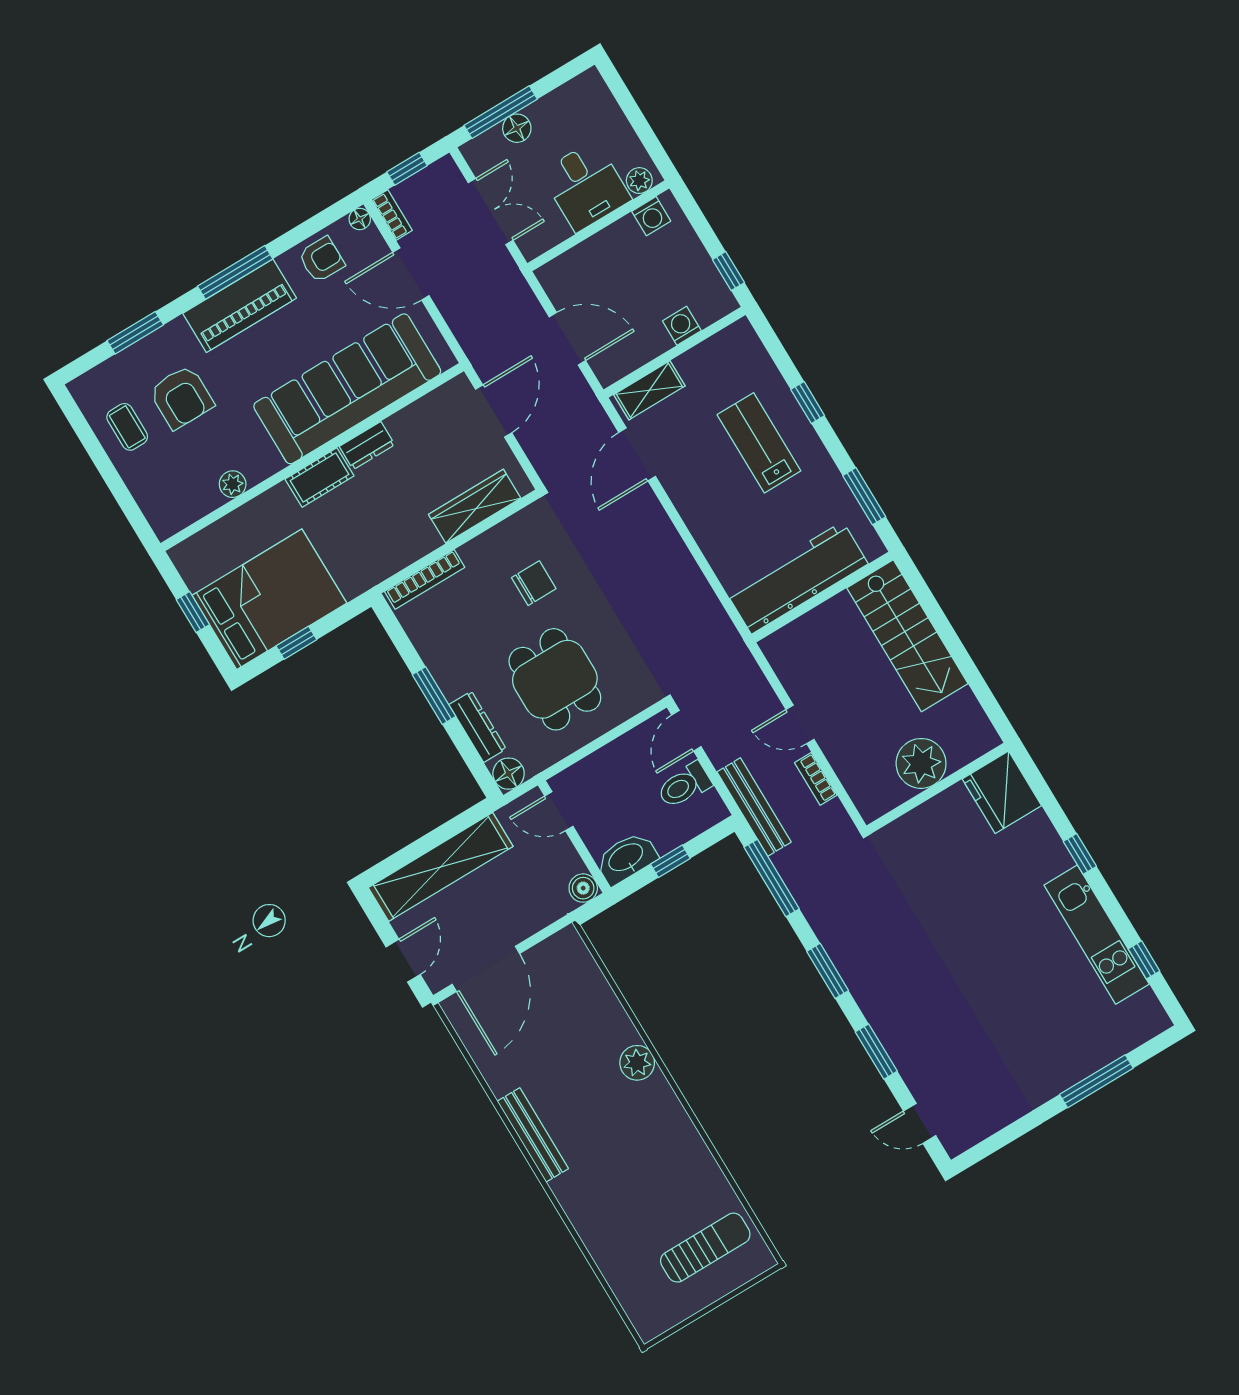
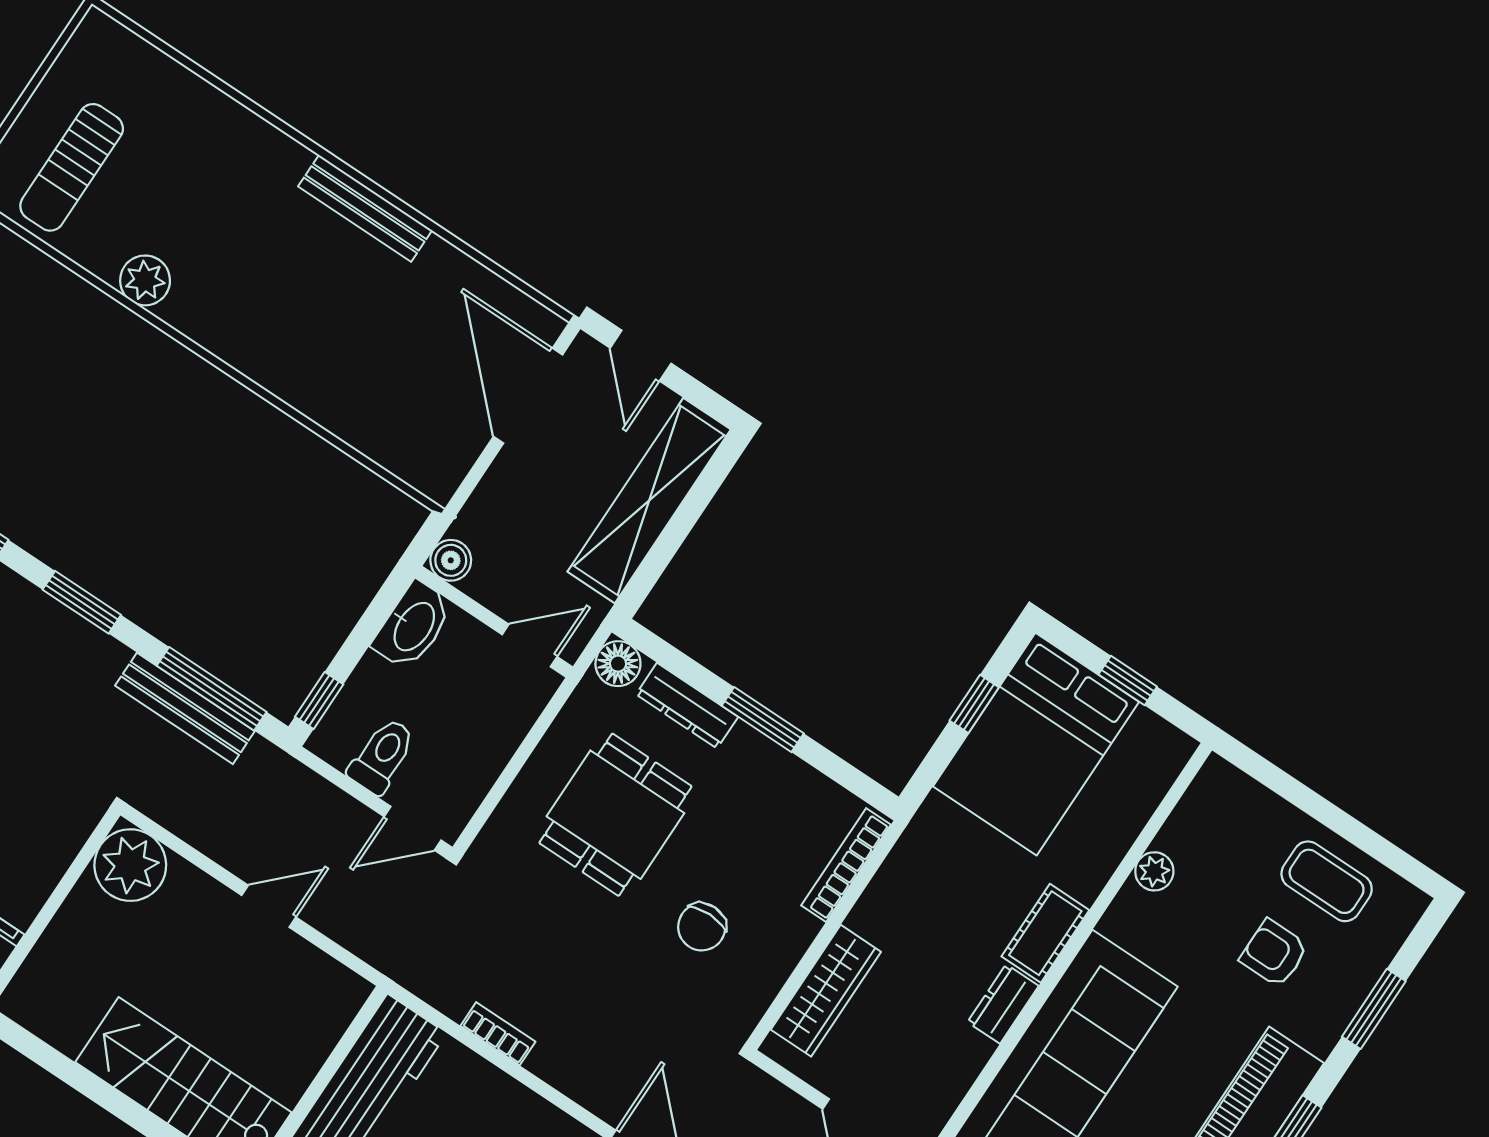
armchair: (181, 397) -> (1274, 953), width x0.72, depth x0.72
coffee table: (127, 427) -> (1327, 881), width x1.36, depth x1.30
dining table: (555, 679) -> (615, 815), turned 90
door: (686, 731) -> (413, 828), swing flipped
plant: (921, 763) -> (130, 865), moved
bookcase: (816, 779) -> (498, 1034), moved
bench: (754, 807) -> (185, 708), moved
window: (670, 861) -> (319, 701), moved
plant: (637, 1063) -> (145, 280), moved

